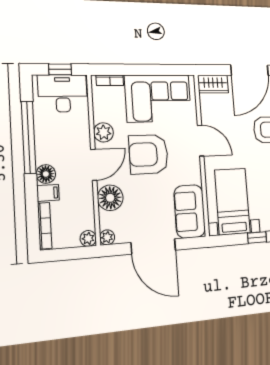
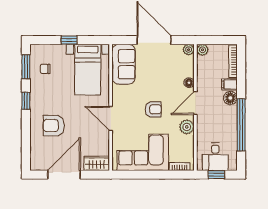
desk: (63, 93) -> (215, 157), width x0.73
armchair: (149, 154) -> (153, 109), width x0.53, depth x0.53
floor lamp: (110, 198) -> (189, 83), width x0.53, depth x0.53

